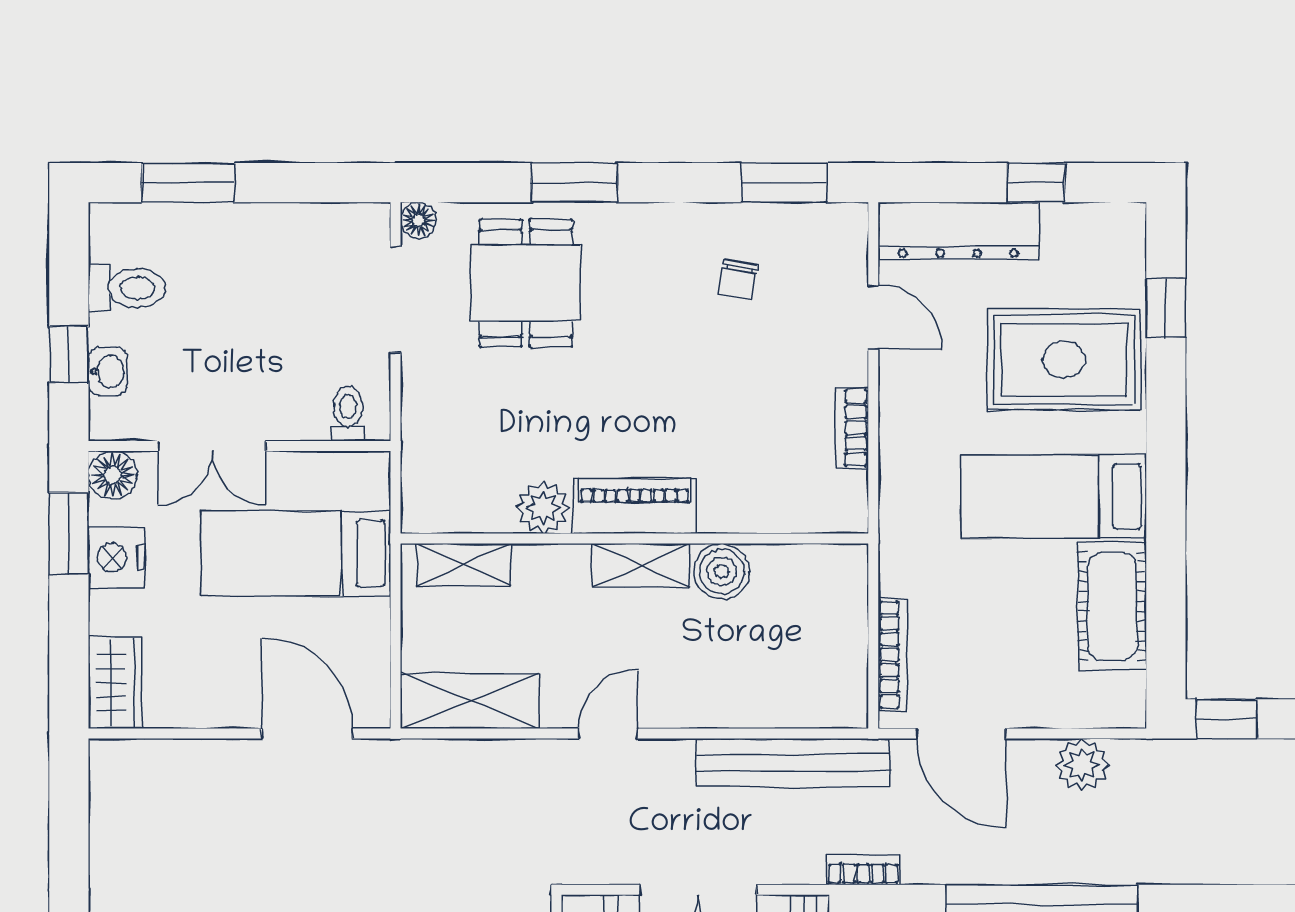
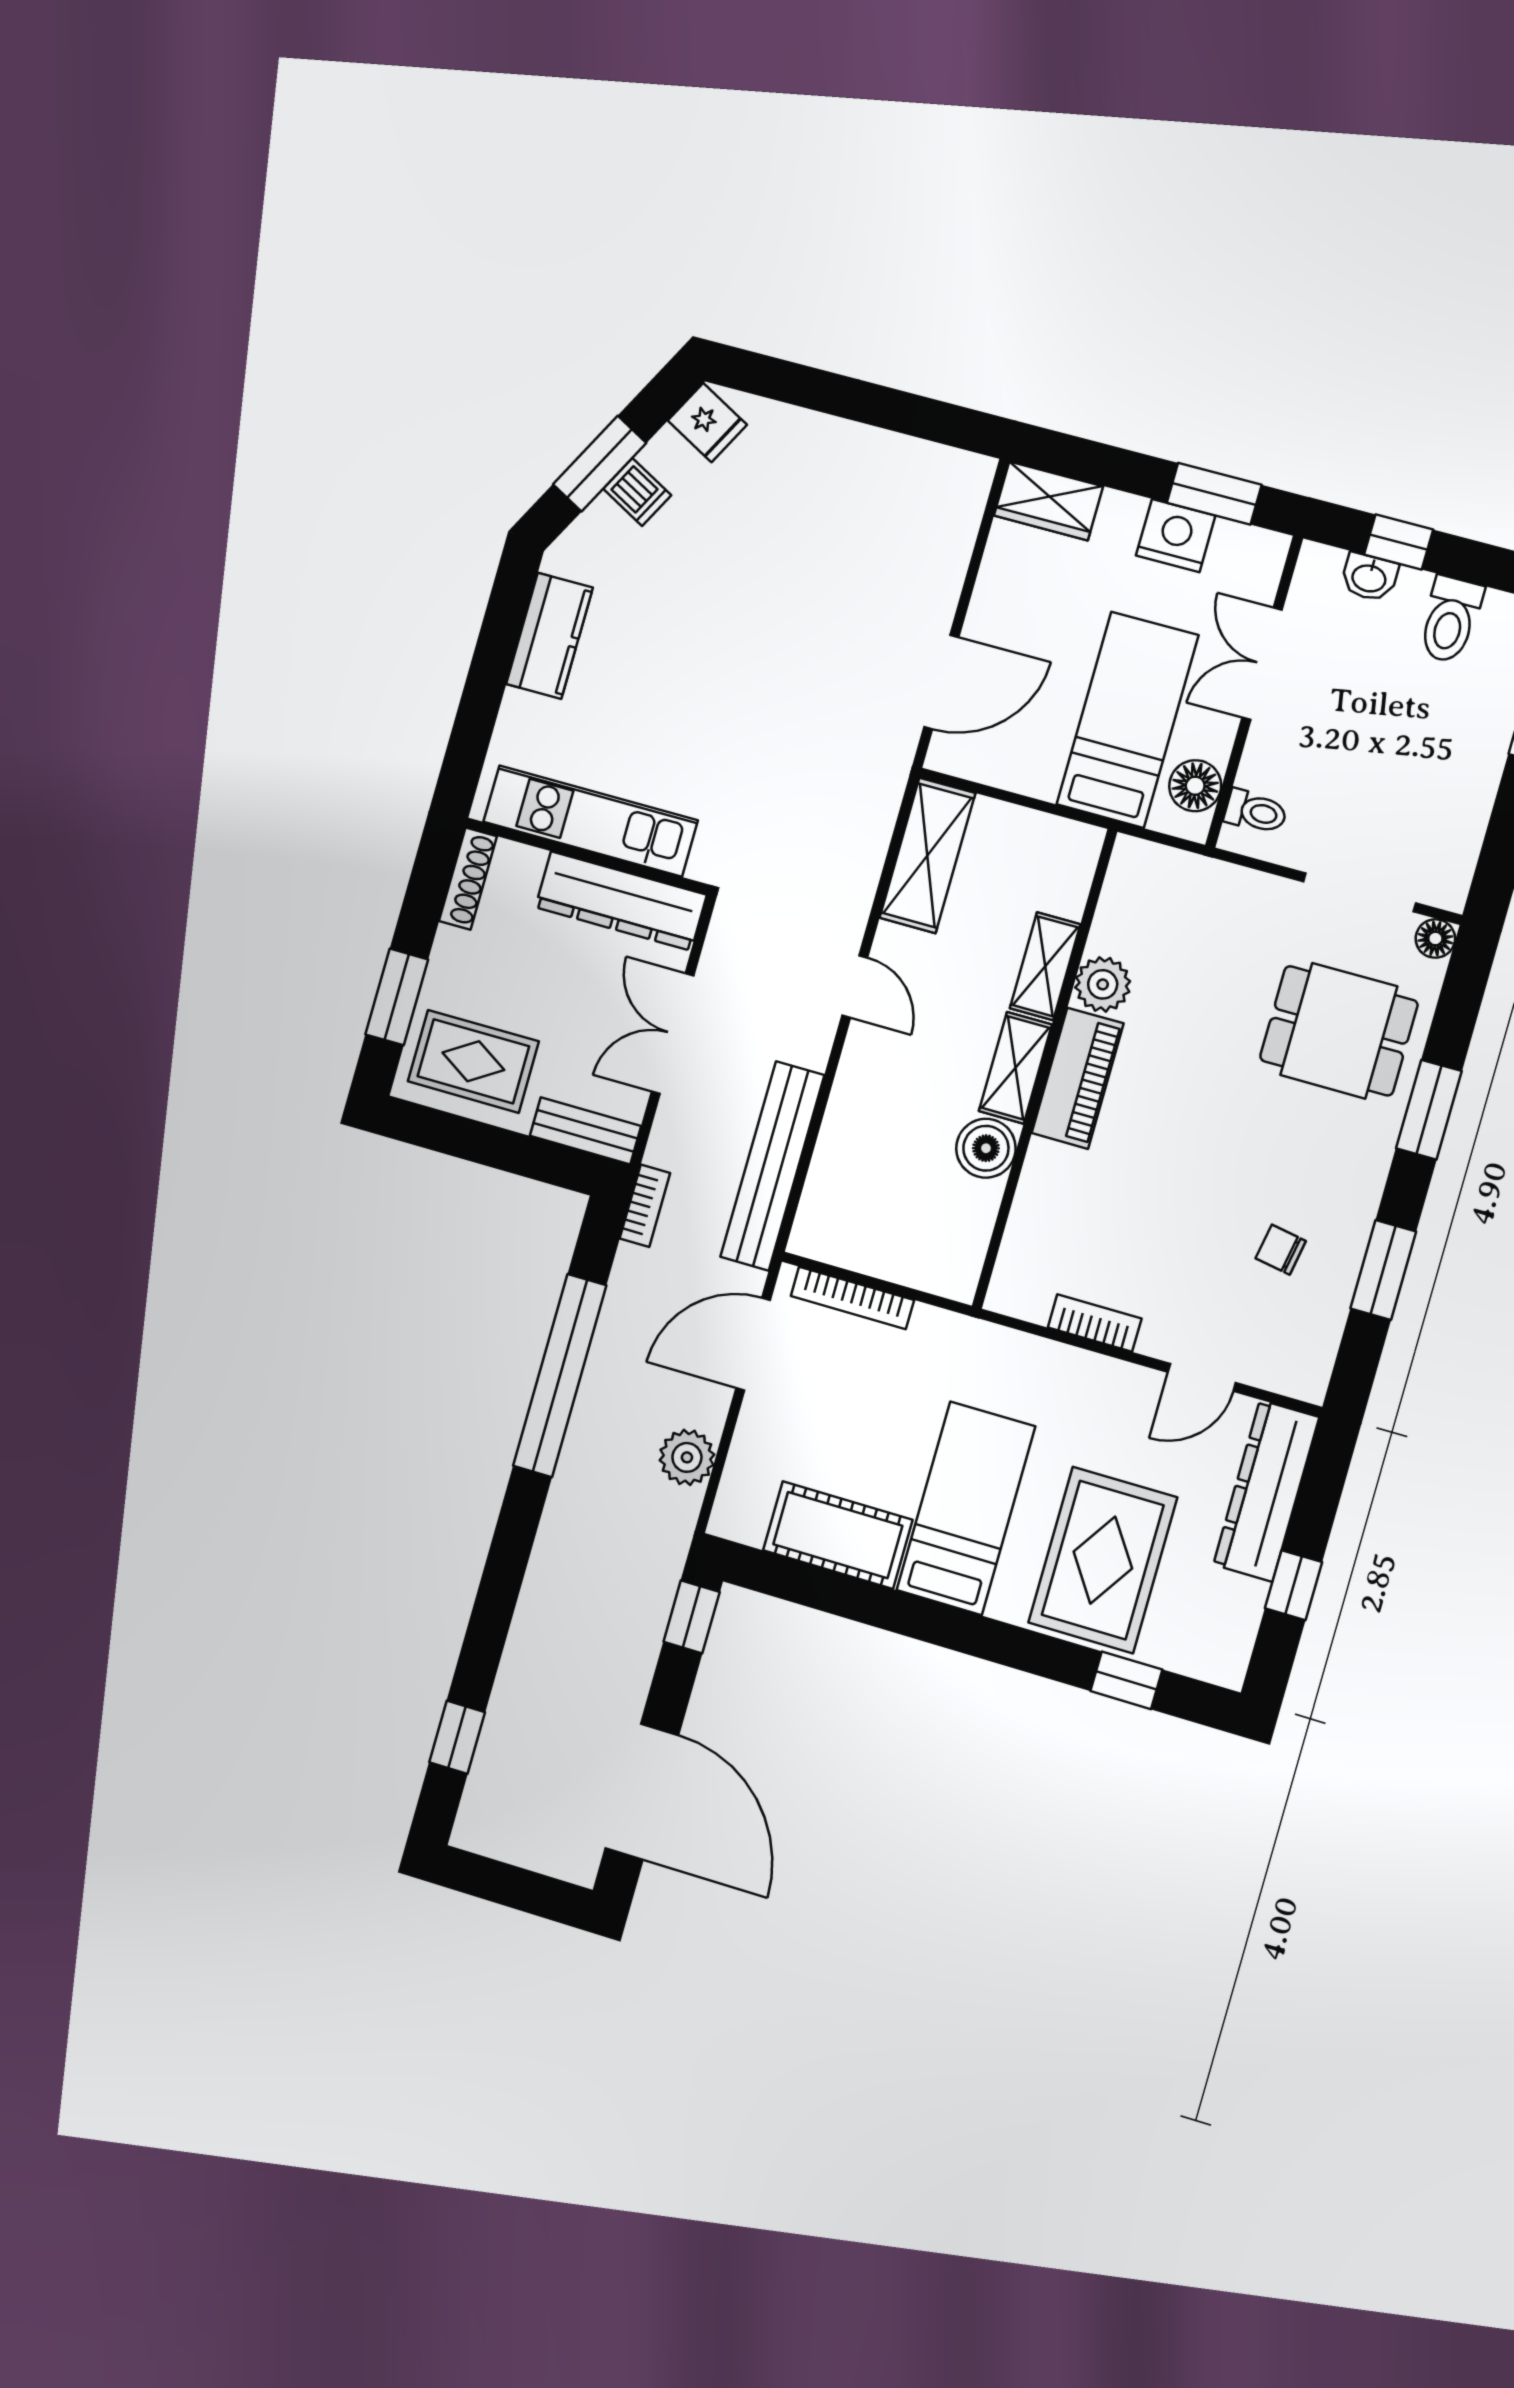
window: (784, 183) -> (1383, 1270), moved
floor lamp: (113, 475) -> (1195, 786), moved
shelving: (463, 565) -> (1045, 966), moved

